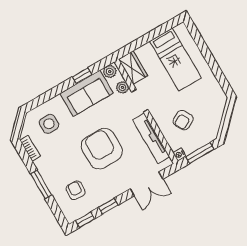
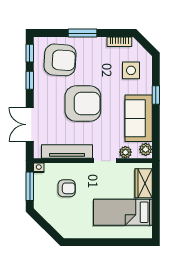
wardrobe: (133, 67) -> (144, 183), moved, turned 90
window: (82, 76) -> (156, 95), moved
armchair: (183, 120) -> (67, 188), turned 119
armchair: (76, 190) -> (60, 60), width x1.88, depth x1.88

